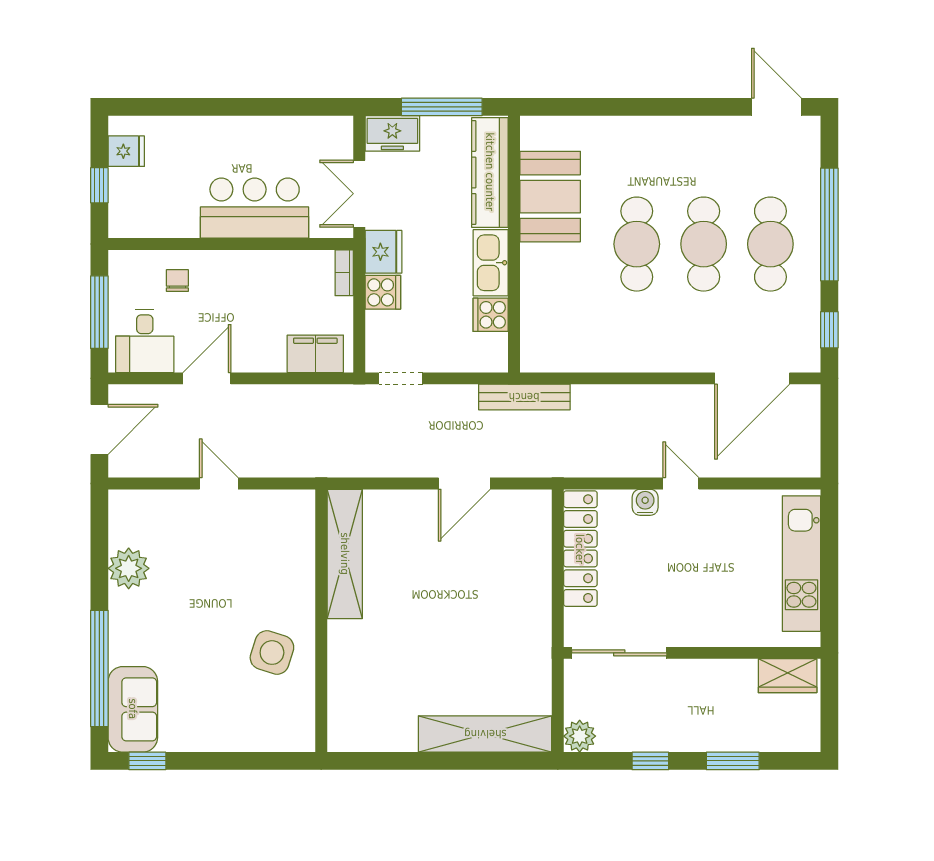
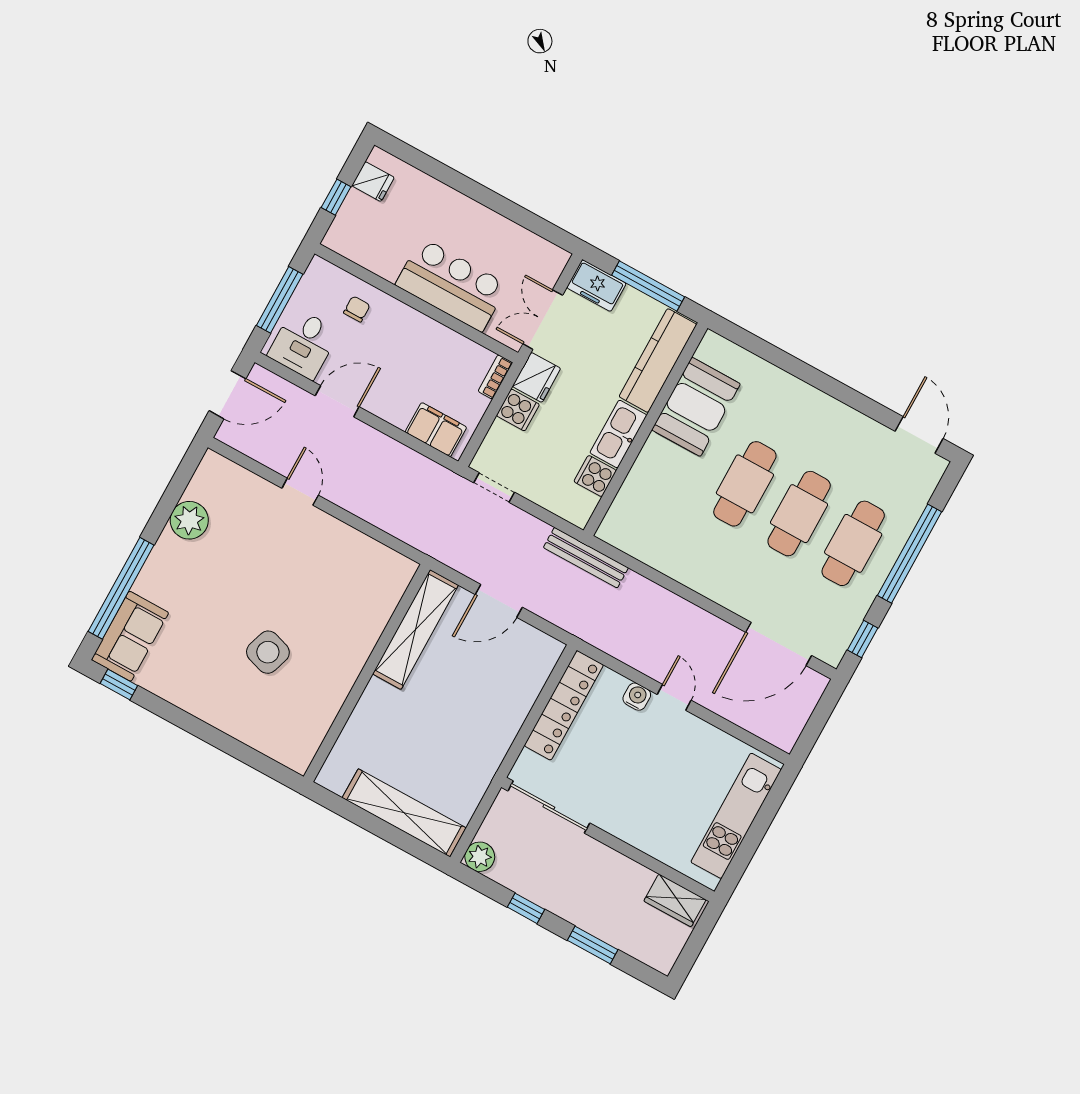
shelving: (345, 554) -> (416, 629), moved
wall: (321, 621) -> (367, 673), moved

